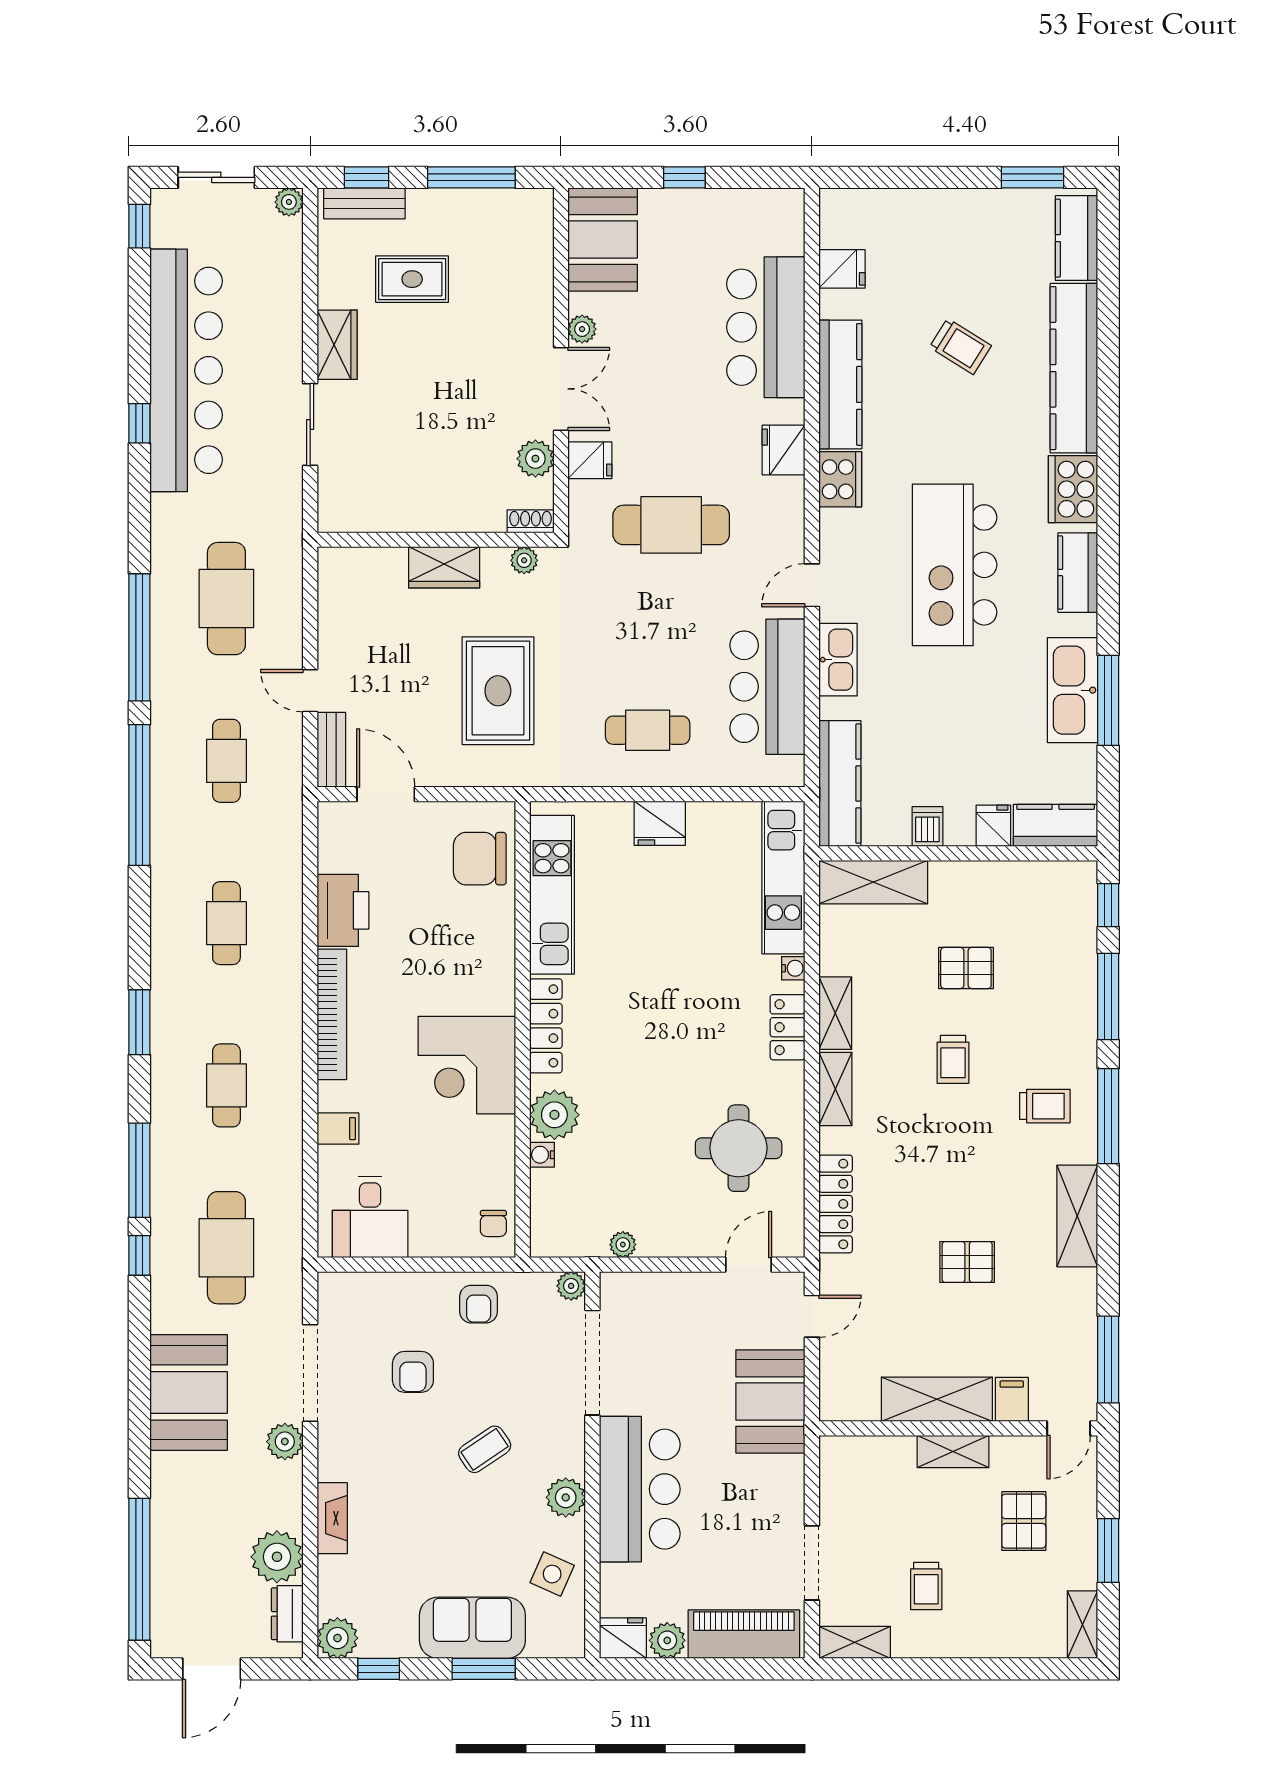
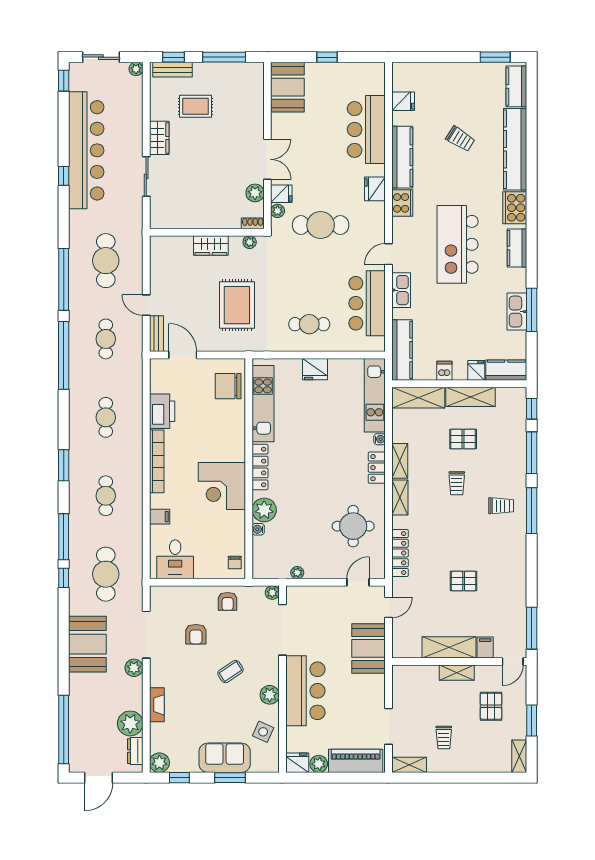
plant: (582, 329) -> (278, 211), moved
kitchen sink: (1073, 690) -> (517, 312), width x0.73, depth x0.81
shelving: (1077, 1216) -> (470, 397), moved, turned 90

